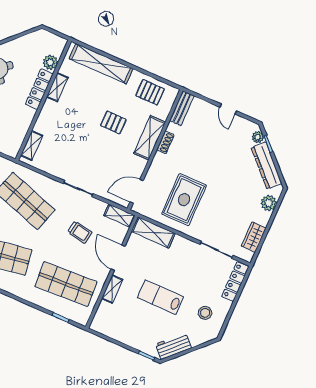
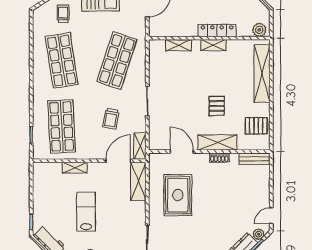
plant: (50, 62) -> (259, 30), moved
shelving: (57, 87) -> (213, 45), moved
pallet: (150, 92) -> (256, 126), turned 90
door: (228, 109) -> (271, 216), moved
shelving: (32, 146) -> (178, 45), moved
door: (137, 191) -> (182, 152), moved
rug: (184, 200) -> (178, 195), turned 90
door: (118, 258) -> (118, 161), moved

